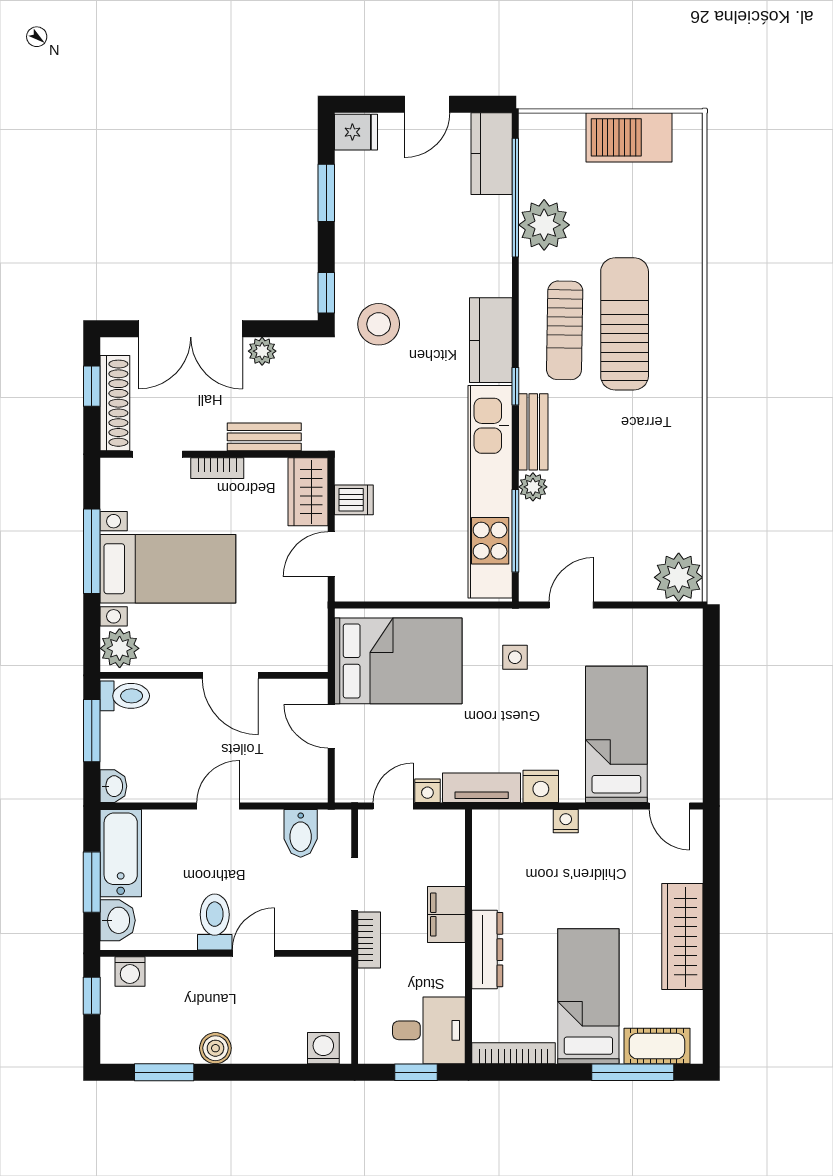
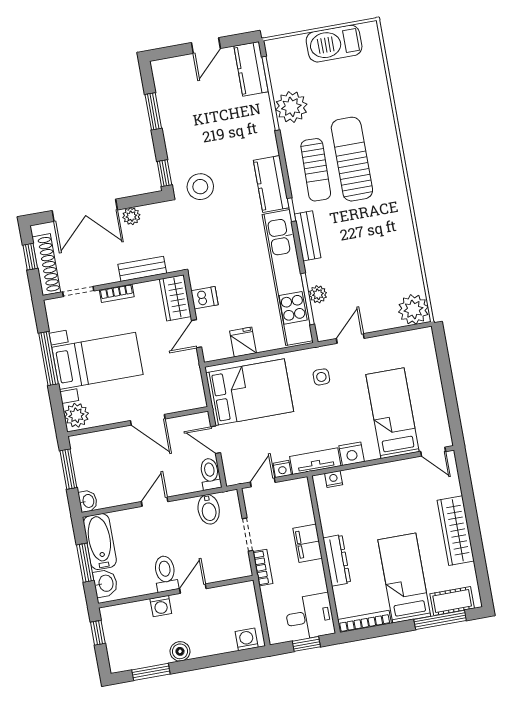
fridge: (356, 132) -> (243, 342), moved, turned -90
plant: (533, 487) -> (318, 294), moved
toilet: (125, 696) -> (210, 474), moved, turned -90
nightstand: (566, 821) -> (334, 479), moved
washing machine: (130, 972) -> (161, 606), moved

